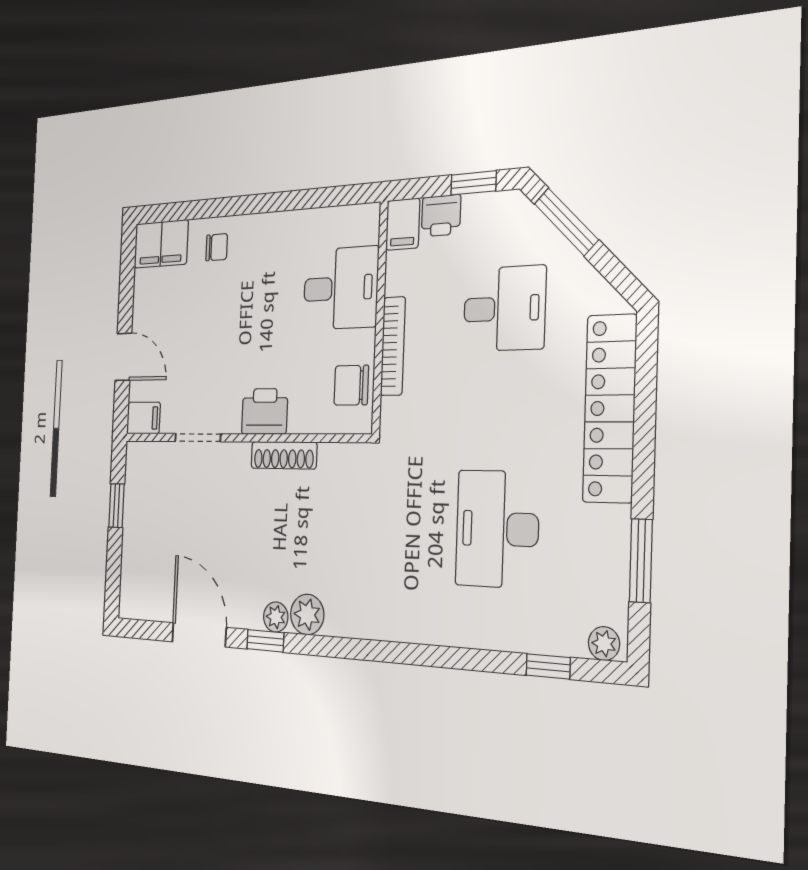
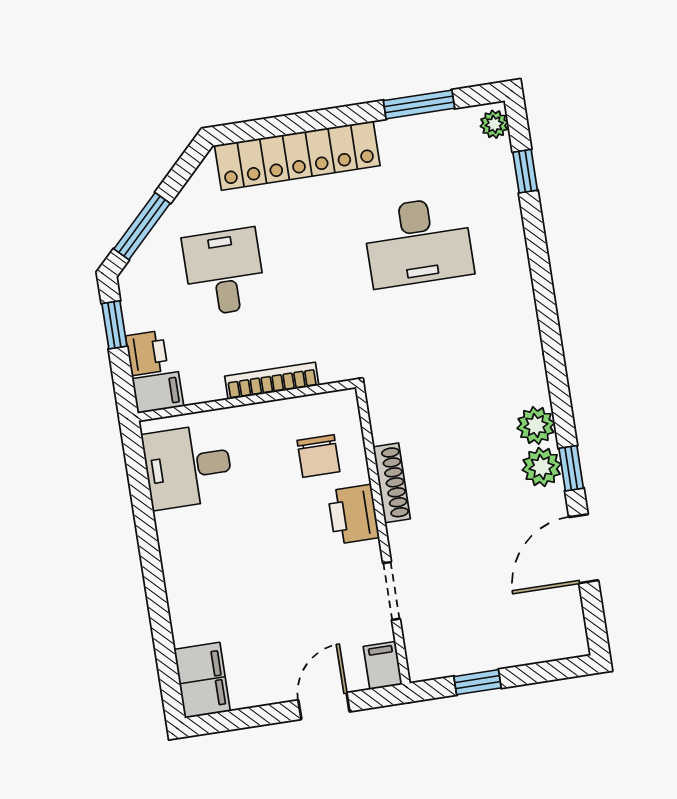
chair: (217, 247) -> (199, 607), removed
desk: (341, 288) -> (188, 466), moved, turned -90
chair: (351, 385) -> (318, 456), moved
plant: (276, 617) -> (542, 467), width x1.38, depth x1.38

